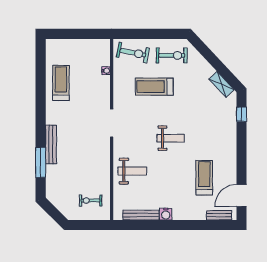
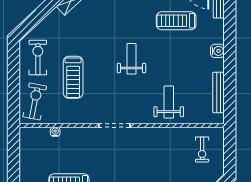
water cooler: (166, 214) -> (217, 51), moved

